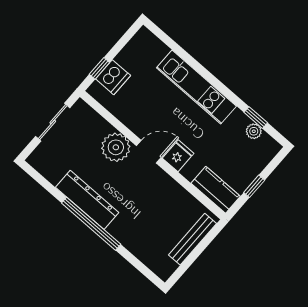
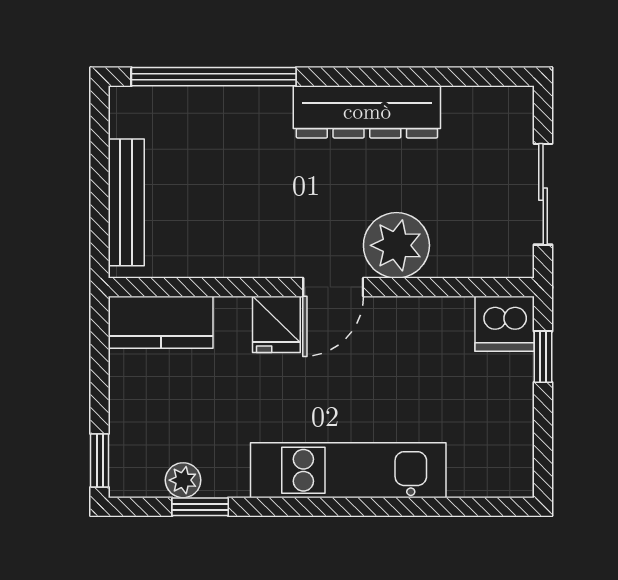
dishwasher: (113, 77) -> (505, 324), moved, turned -90
window: (254, 186) -> (100, 461), moved
window: (91, 224) -> (214, 77), moved

